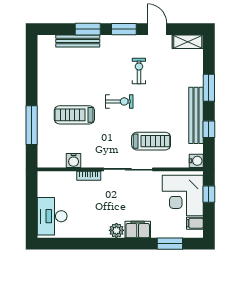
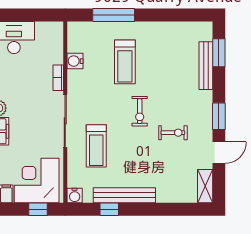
window: (88, 29) -> (219, 53), moved
window: (209, 88) -> (155, 209), removed
treadmill: (74, 115) -> (125, 62), turned 180

